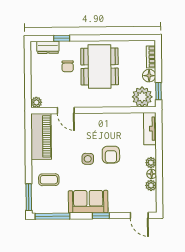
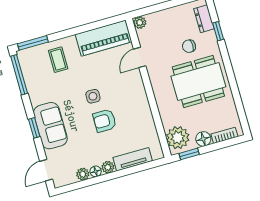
tv unit: (150, 129) -> (133, 159), moved
sofa: (88, 202) -> (50, 126), moved

